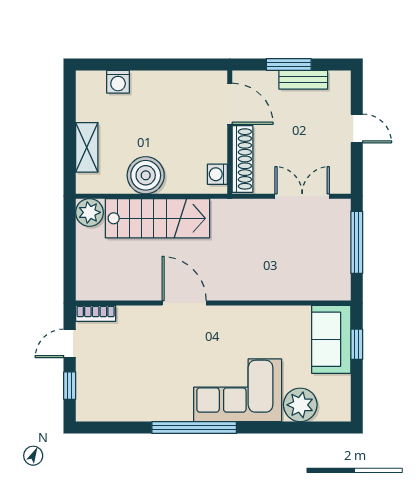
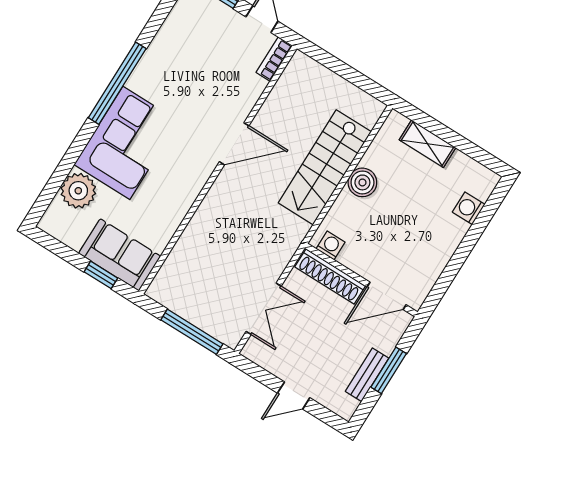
boiler: (146, 175) -> (362, 182), width x0.73, depth x0.73
plant: (89, 212) -> (368, 110), removed

